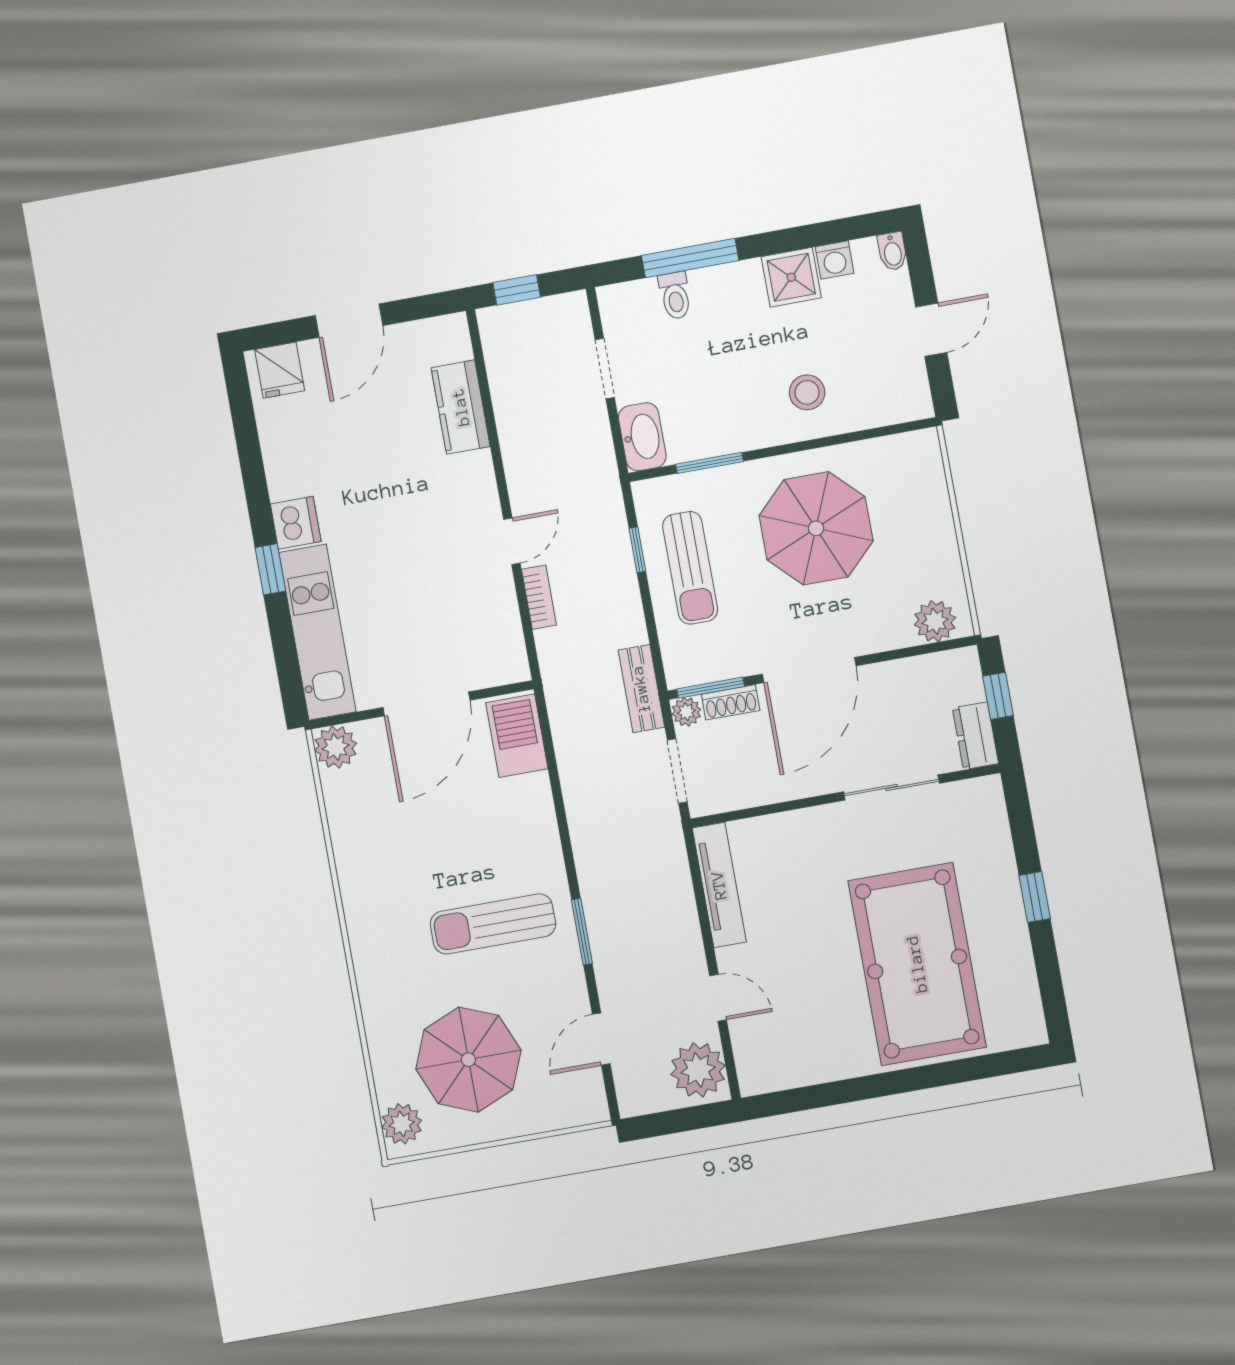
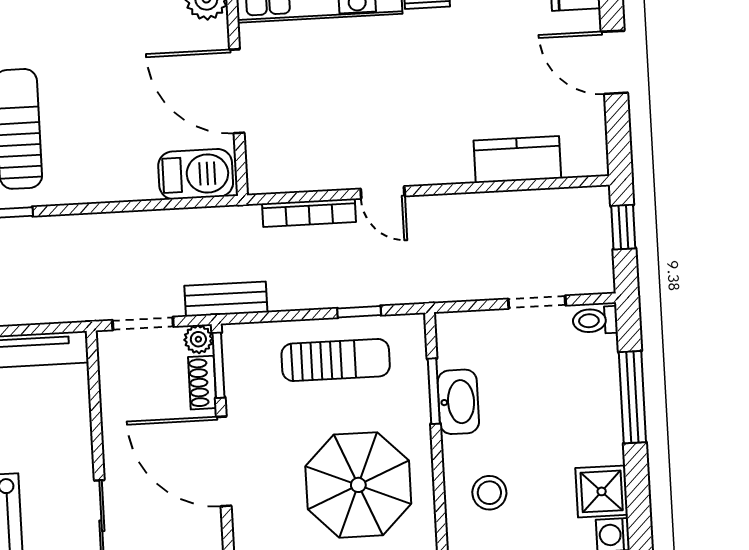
toilet: (675, 296) -> (595, 320), moved
washbasin: (642, 437) -> (458, 402), moved, turned -90
sun lounger: (690, 568) -> (336, 360), turned 180
bookcase: (539, 597) -> (309, 213), width x1.56

